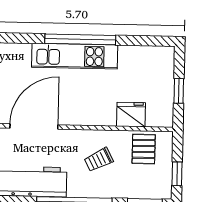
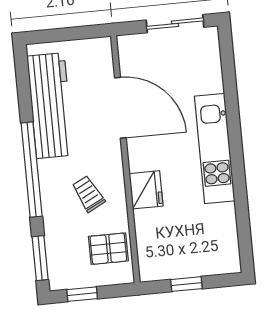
window: (80, 39) -> (236, 153), removed
fridge: (131, 114) -> (146, 190), moved

